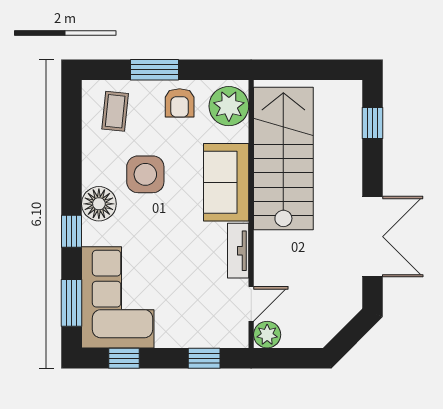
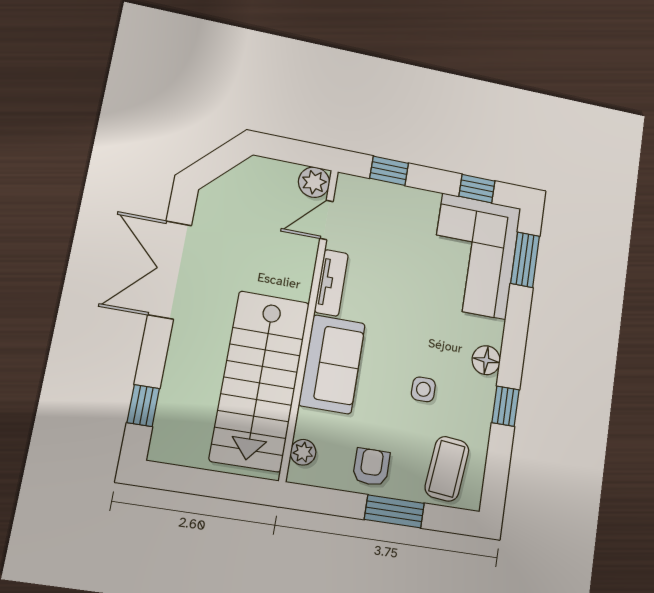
plant: (229, 106) -> (303, 452), width x0.53, depth x0.53
coffee table: (115, 111) -> (447, 469), width x1.36, depth x1.30
side table: (145, 174) -> (423, 389), width x0.54, depth x0.54
floor lamp: (99, 204) -> (486, 360), width x0.73, depth x0.73
window: (72, 231) -> (506, 406), moved

